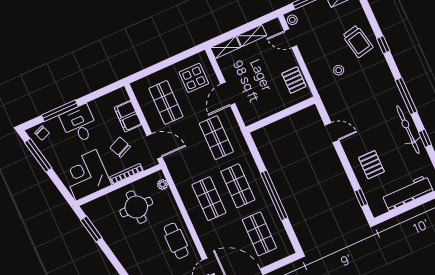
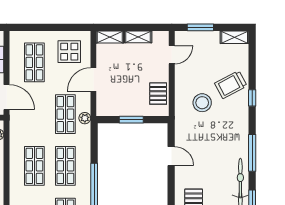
stool: (292, 20) -> (181, 39), removed
door: (290, 38) -> (172, 55), swing flipped
trolley: (358, 41) -> (231, 85), turned 74
stool: (339, 70) -> (202, 103), width x1.89, depth x1.89
window: (280, 115) -> (131, 120), added
plant: (236, 133) -> (85, 118), added

